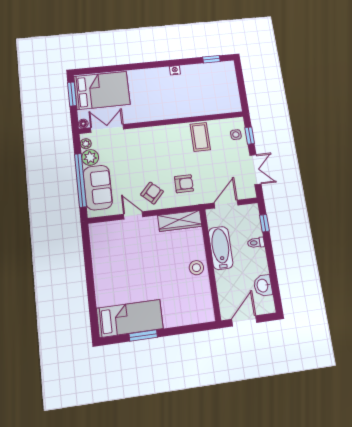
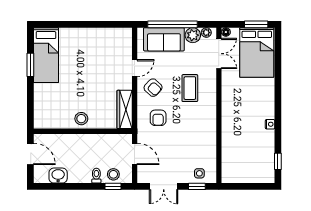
coffee table: (200, 137) -> (190, 88), moved, turned 90
stool: (252, 224) -> (113, 174), added
bathtub: (221, 248) -> (96, 143), removed

